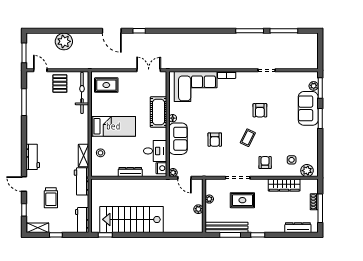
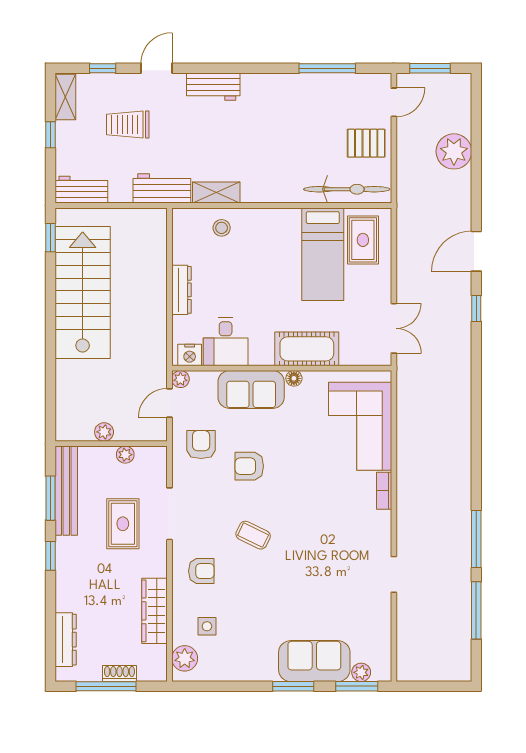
armchair: (260, 110) -> (201, 445), moved, turned 90
bed: (113, 126) -> (323, 254), moved

